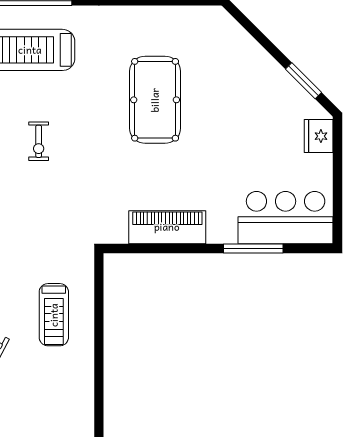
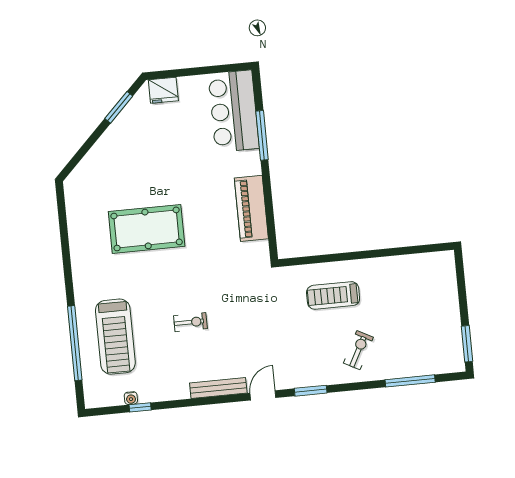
treadmill: (54, 315) -> (333, 295), turned 180

